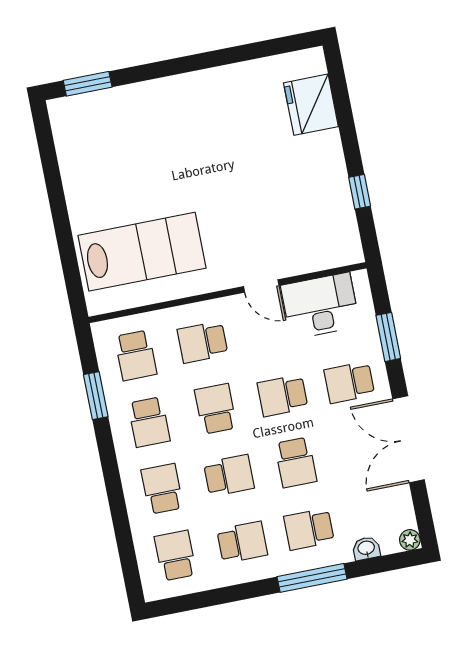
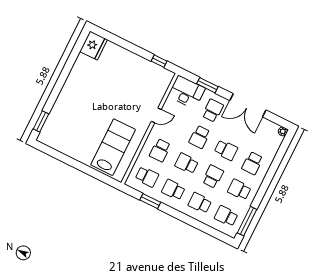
fridge: (311, 105) -> (94, 46), moved, turned -90
window: (360, 192) -> (159, 61), moved
desk: (320, 306) -> (187, 92), moved, turned 90
school desk: (349, 382) -> (213, 111), turned 180
school desk: (149, 422) -> (173, 190), turned 180
school desk: (242, 542) -> (239, 190), turned -90
washbasin: (366, 548) -> (274, 149), removed
window: (312, 578) -> (247, 221), moved

